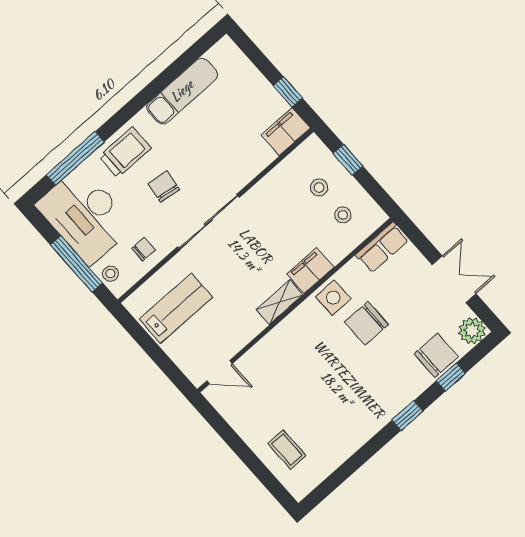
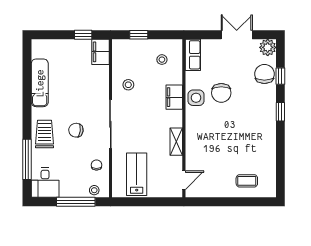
stool: (319, 187) -> (128, 85), moved
desk: (85, 215) -> (45, 183), width x0.53, depth x0.77
shelving: (280, 302) -> (176, 142), moved

